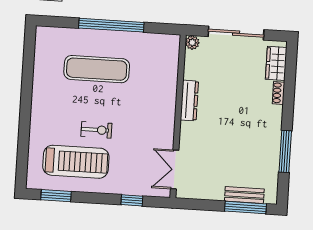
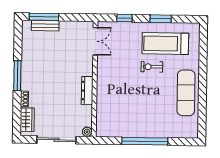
exercise mat: (97, 69) -> (186, 93), moved, turned 90
window: (285, 151) -> (17, 76), moved
window: (56, 196) -> (161, 19), moved

